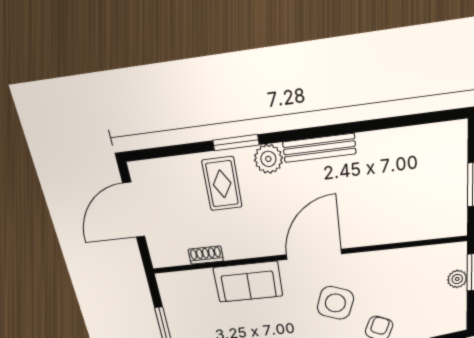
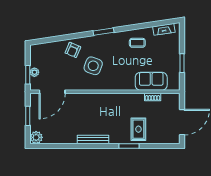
plant: (268, 159) -> (36, 137), moved
door: (314, 254) -> (52, 92), moved
sofa: (248, 282) -> (151, 81), moved

